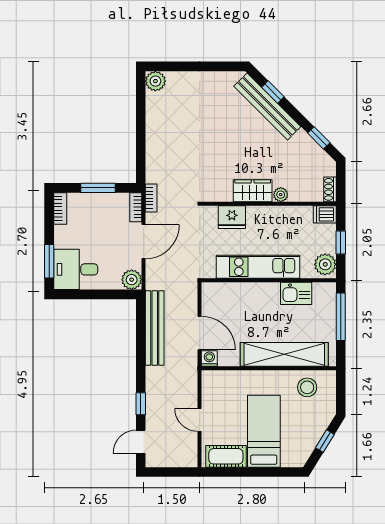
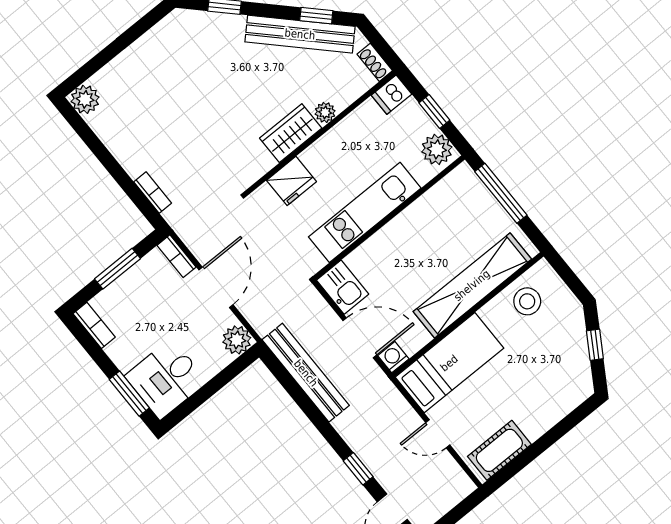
bench: (267, 106) -> (300, 34), moved
bookcase: (151, 198) -> (153, 192), moved
kitchen sink: (296, 293) -> (343, 287), moved, turned -90
bed: (264, 431) -> (449, 363), moved, turned 90

